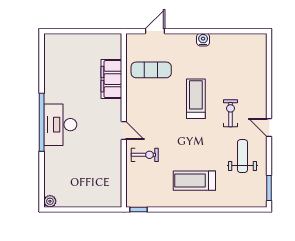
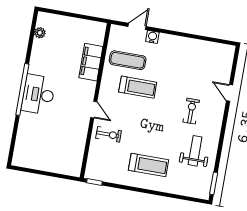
water cooler: (203, 40) -> (152, 37), moved
treadmill: (196, 99) -> (138, 87), moved, turned 90
door: (269, 127) -> (230, 93), moved
treadmill: (194, 181) -> (149, 165), turned 180
plant: (50, 201) -> (40, 33), moved

